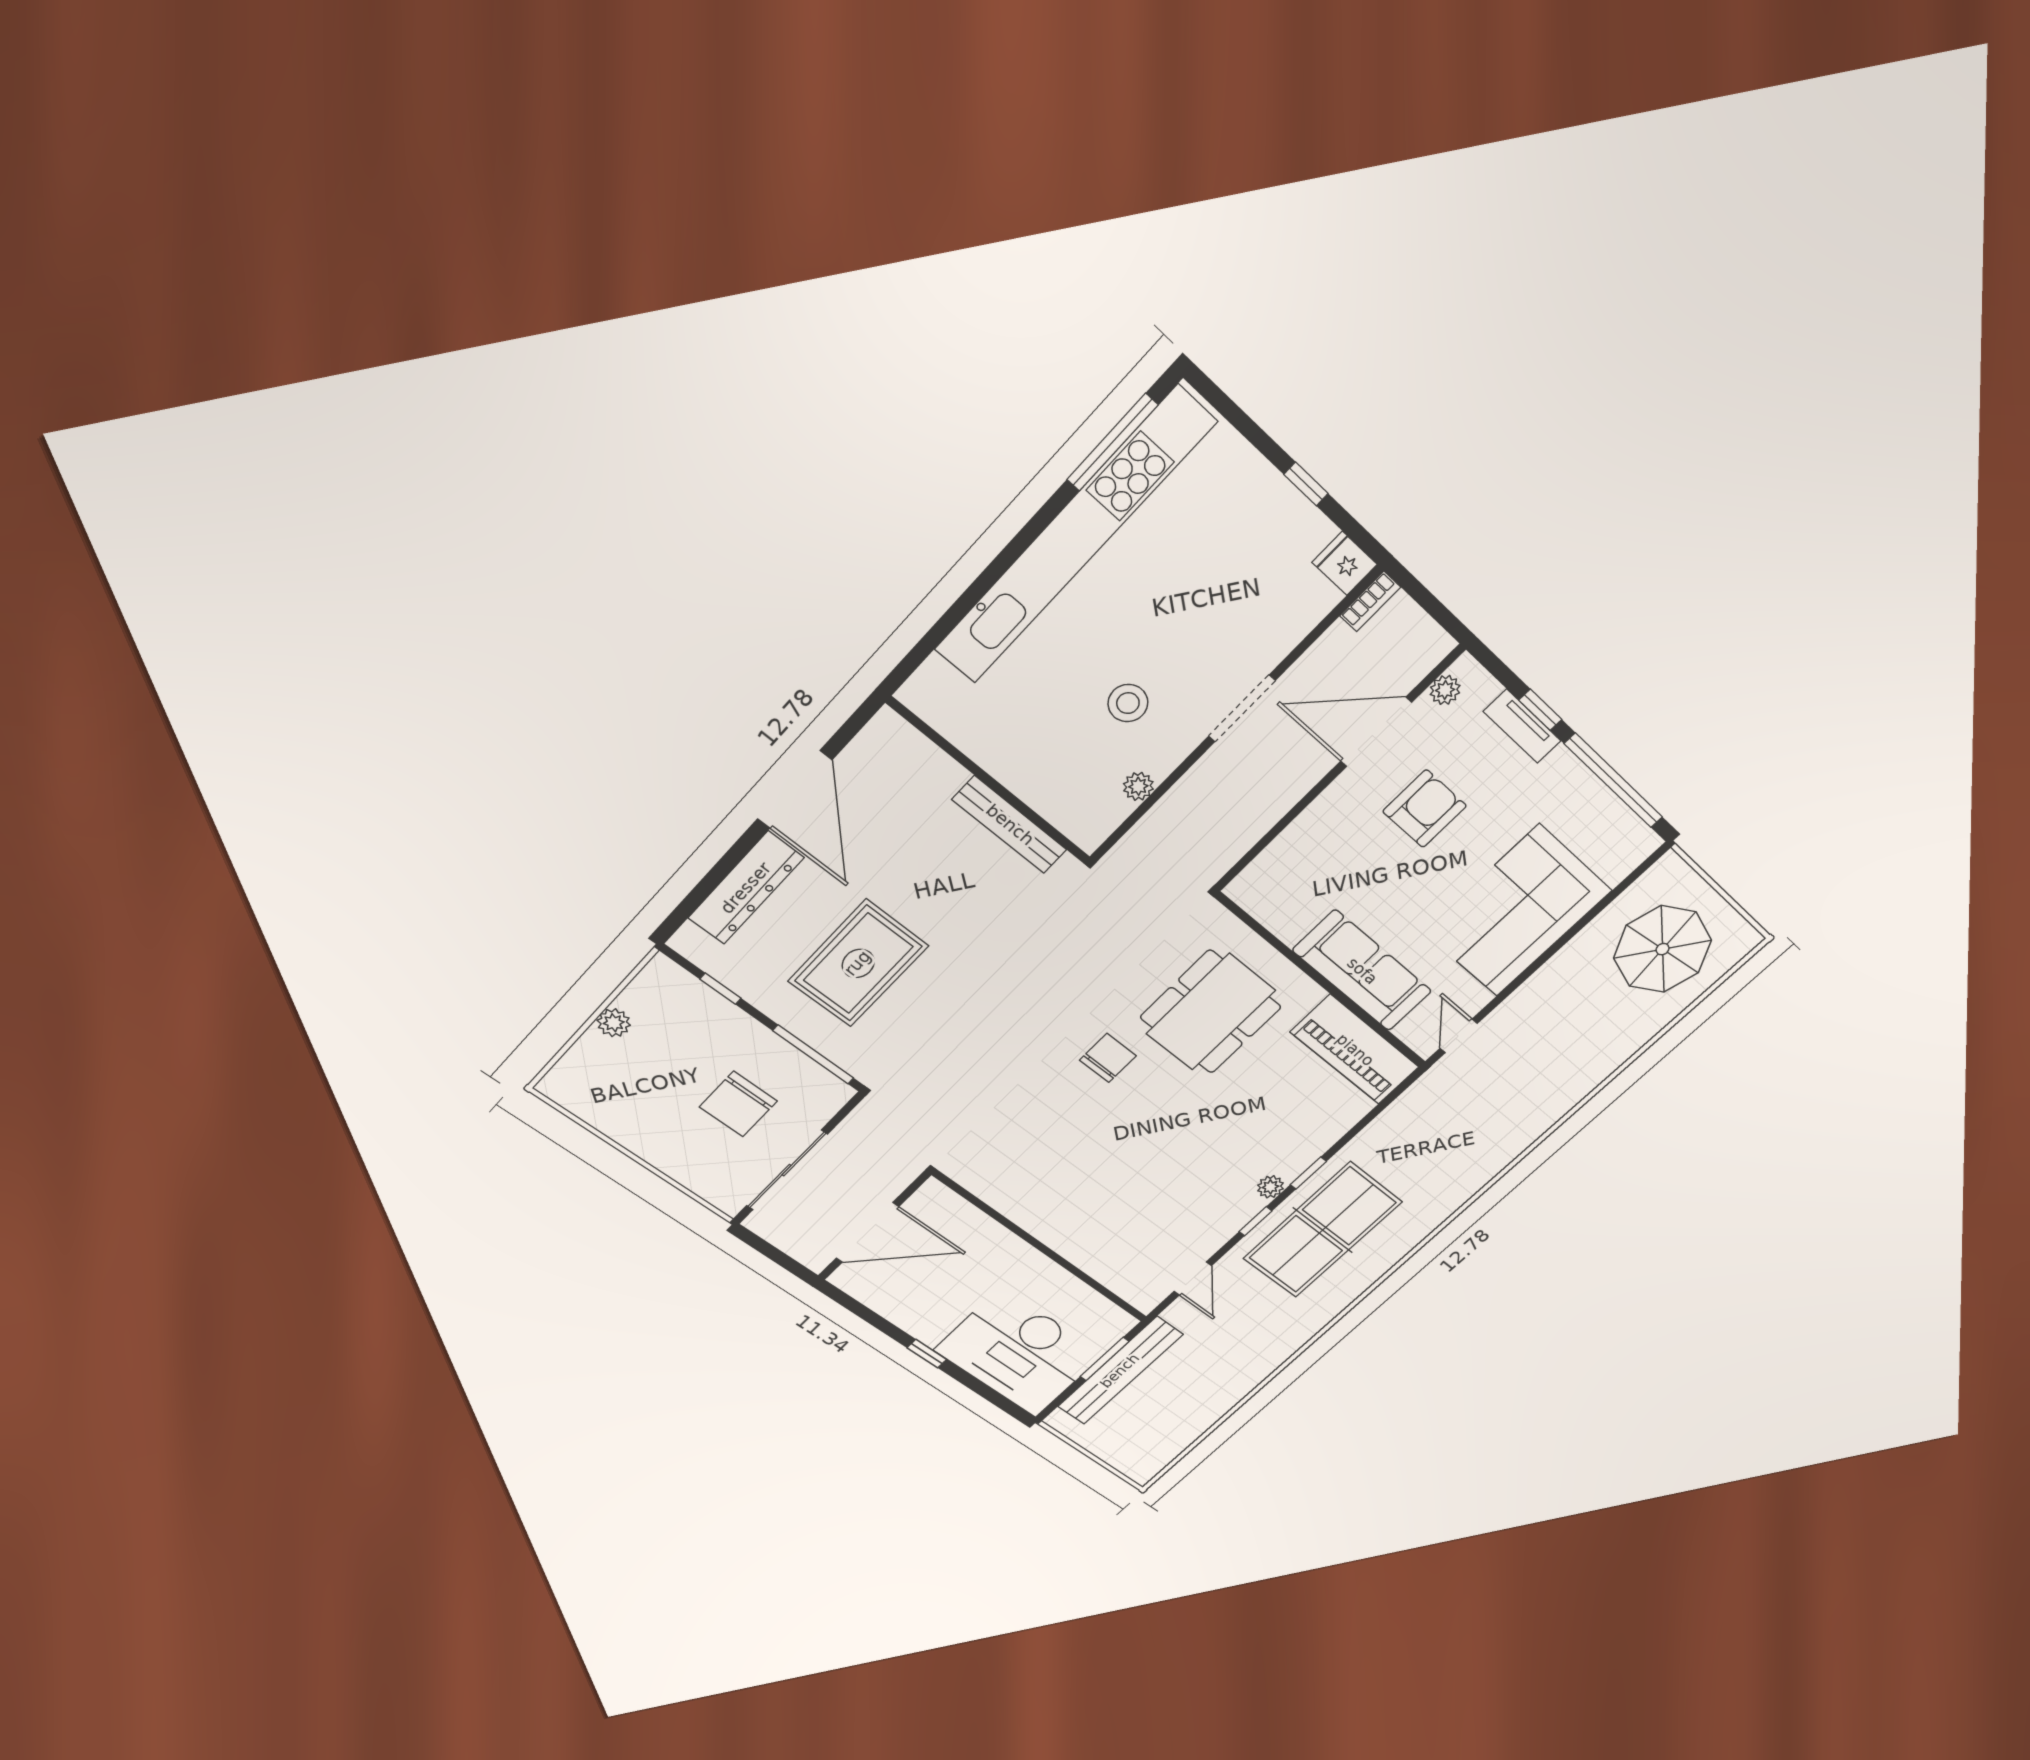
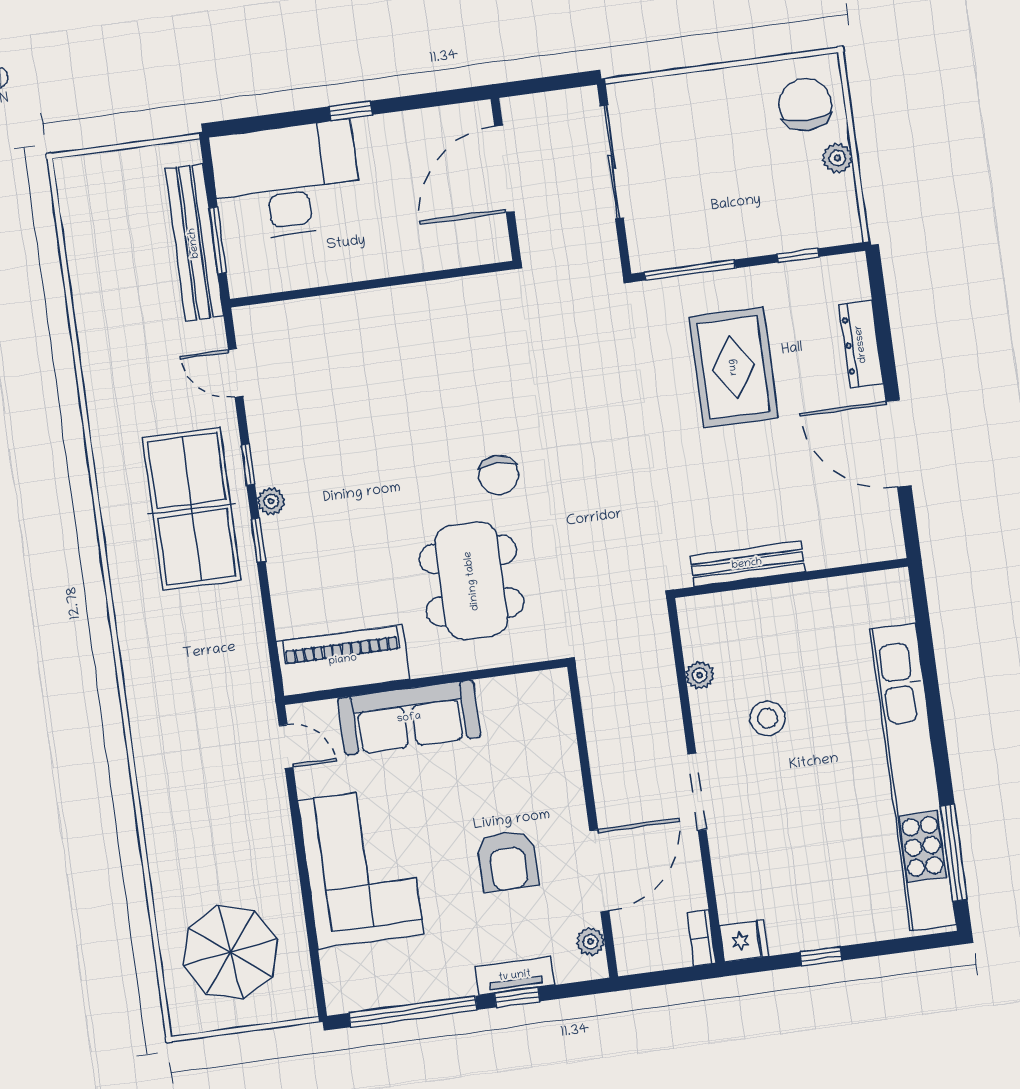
dresser: (746, 888) -> (861, 344), width x0.73, depth x0.80
chair: (738, 1104) -> (805, 104), moved

